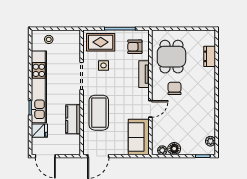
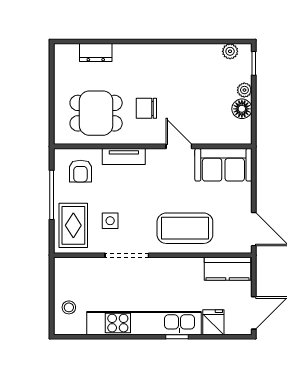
kitchen counter: (73, 119) -> (227, 269), moved
plant: (162, 150) -> (244, 90), moved

